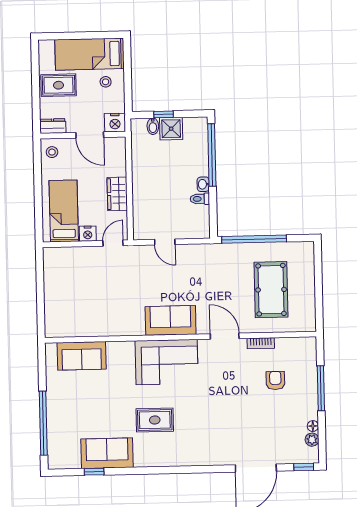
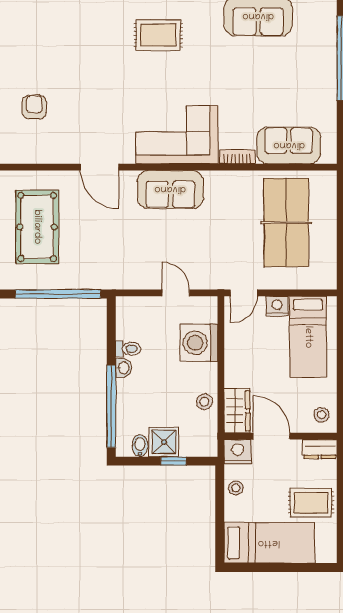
stool: (106, 82) -> (236, 488), moved
bidet: (153, 126) -> (140, 446), moved
stool: (141, 160) -> (204, 402), added
wardrobe: (117, 194) -> (237, 411), moved
washing machine: (146, 205) -> (199, 343), added
table tennis table: (82, 297) -> (286, 223), added
bookcase: (261, 343) -> (237, 157), moved
armchair: (275, 380) -> (34, 107), turned 180
rug: (155, 420) -> (158, 35), moved

